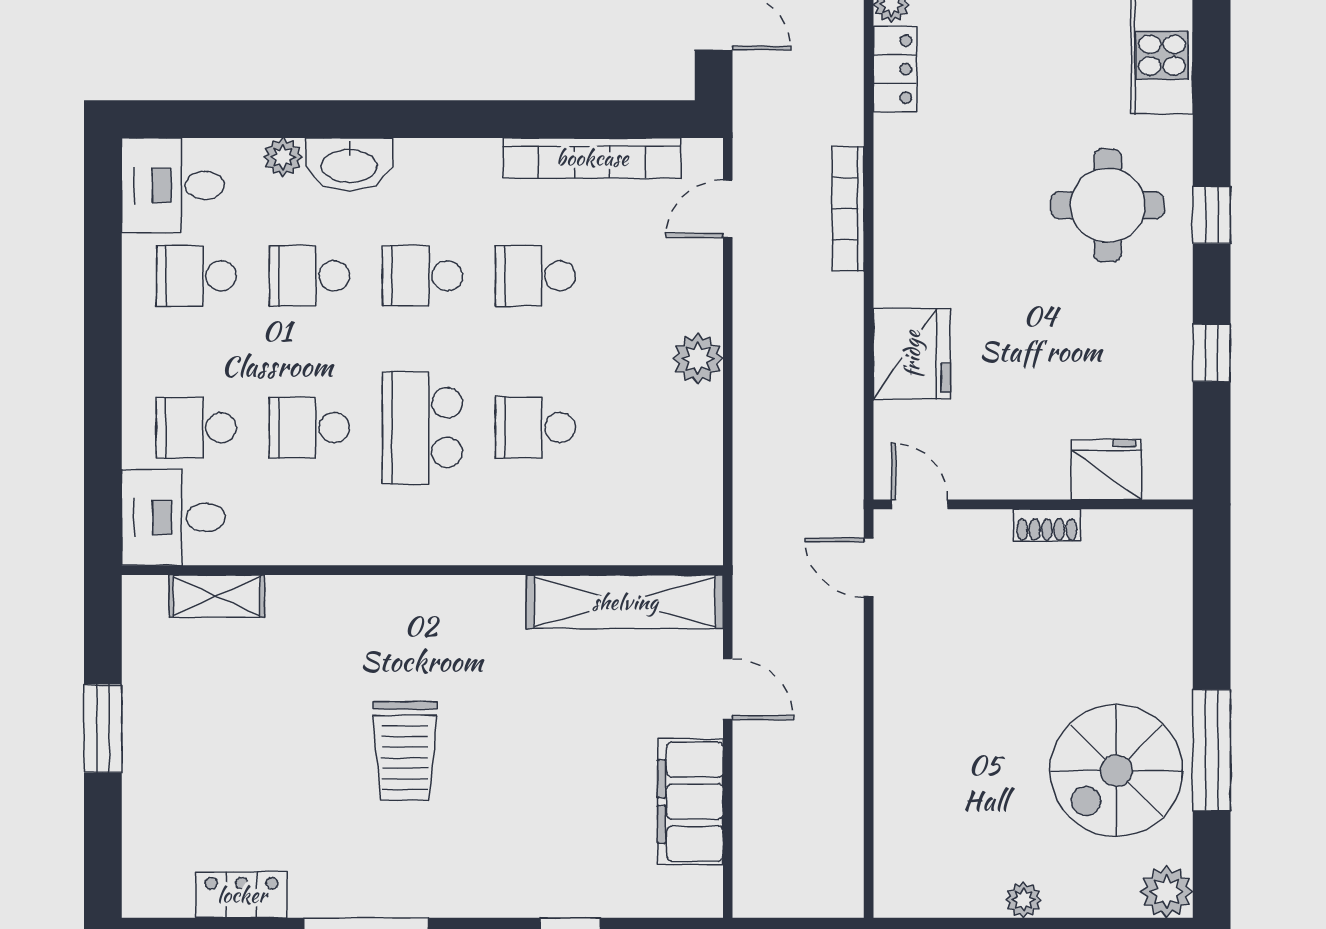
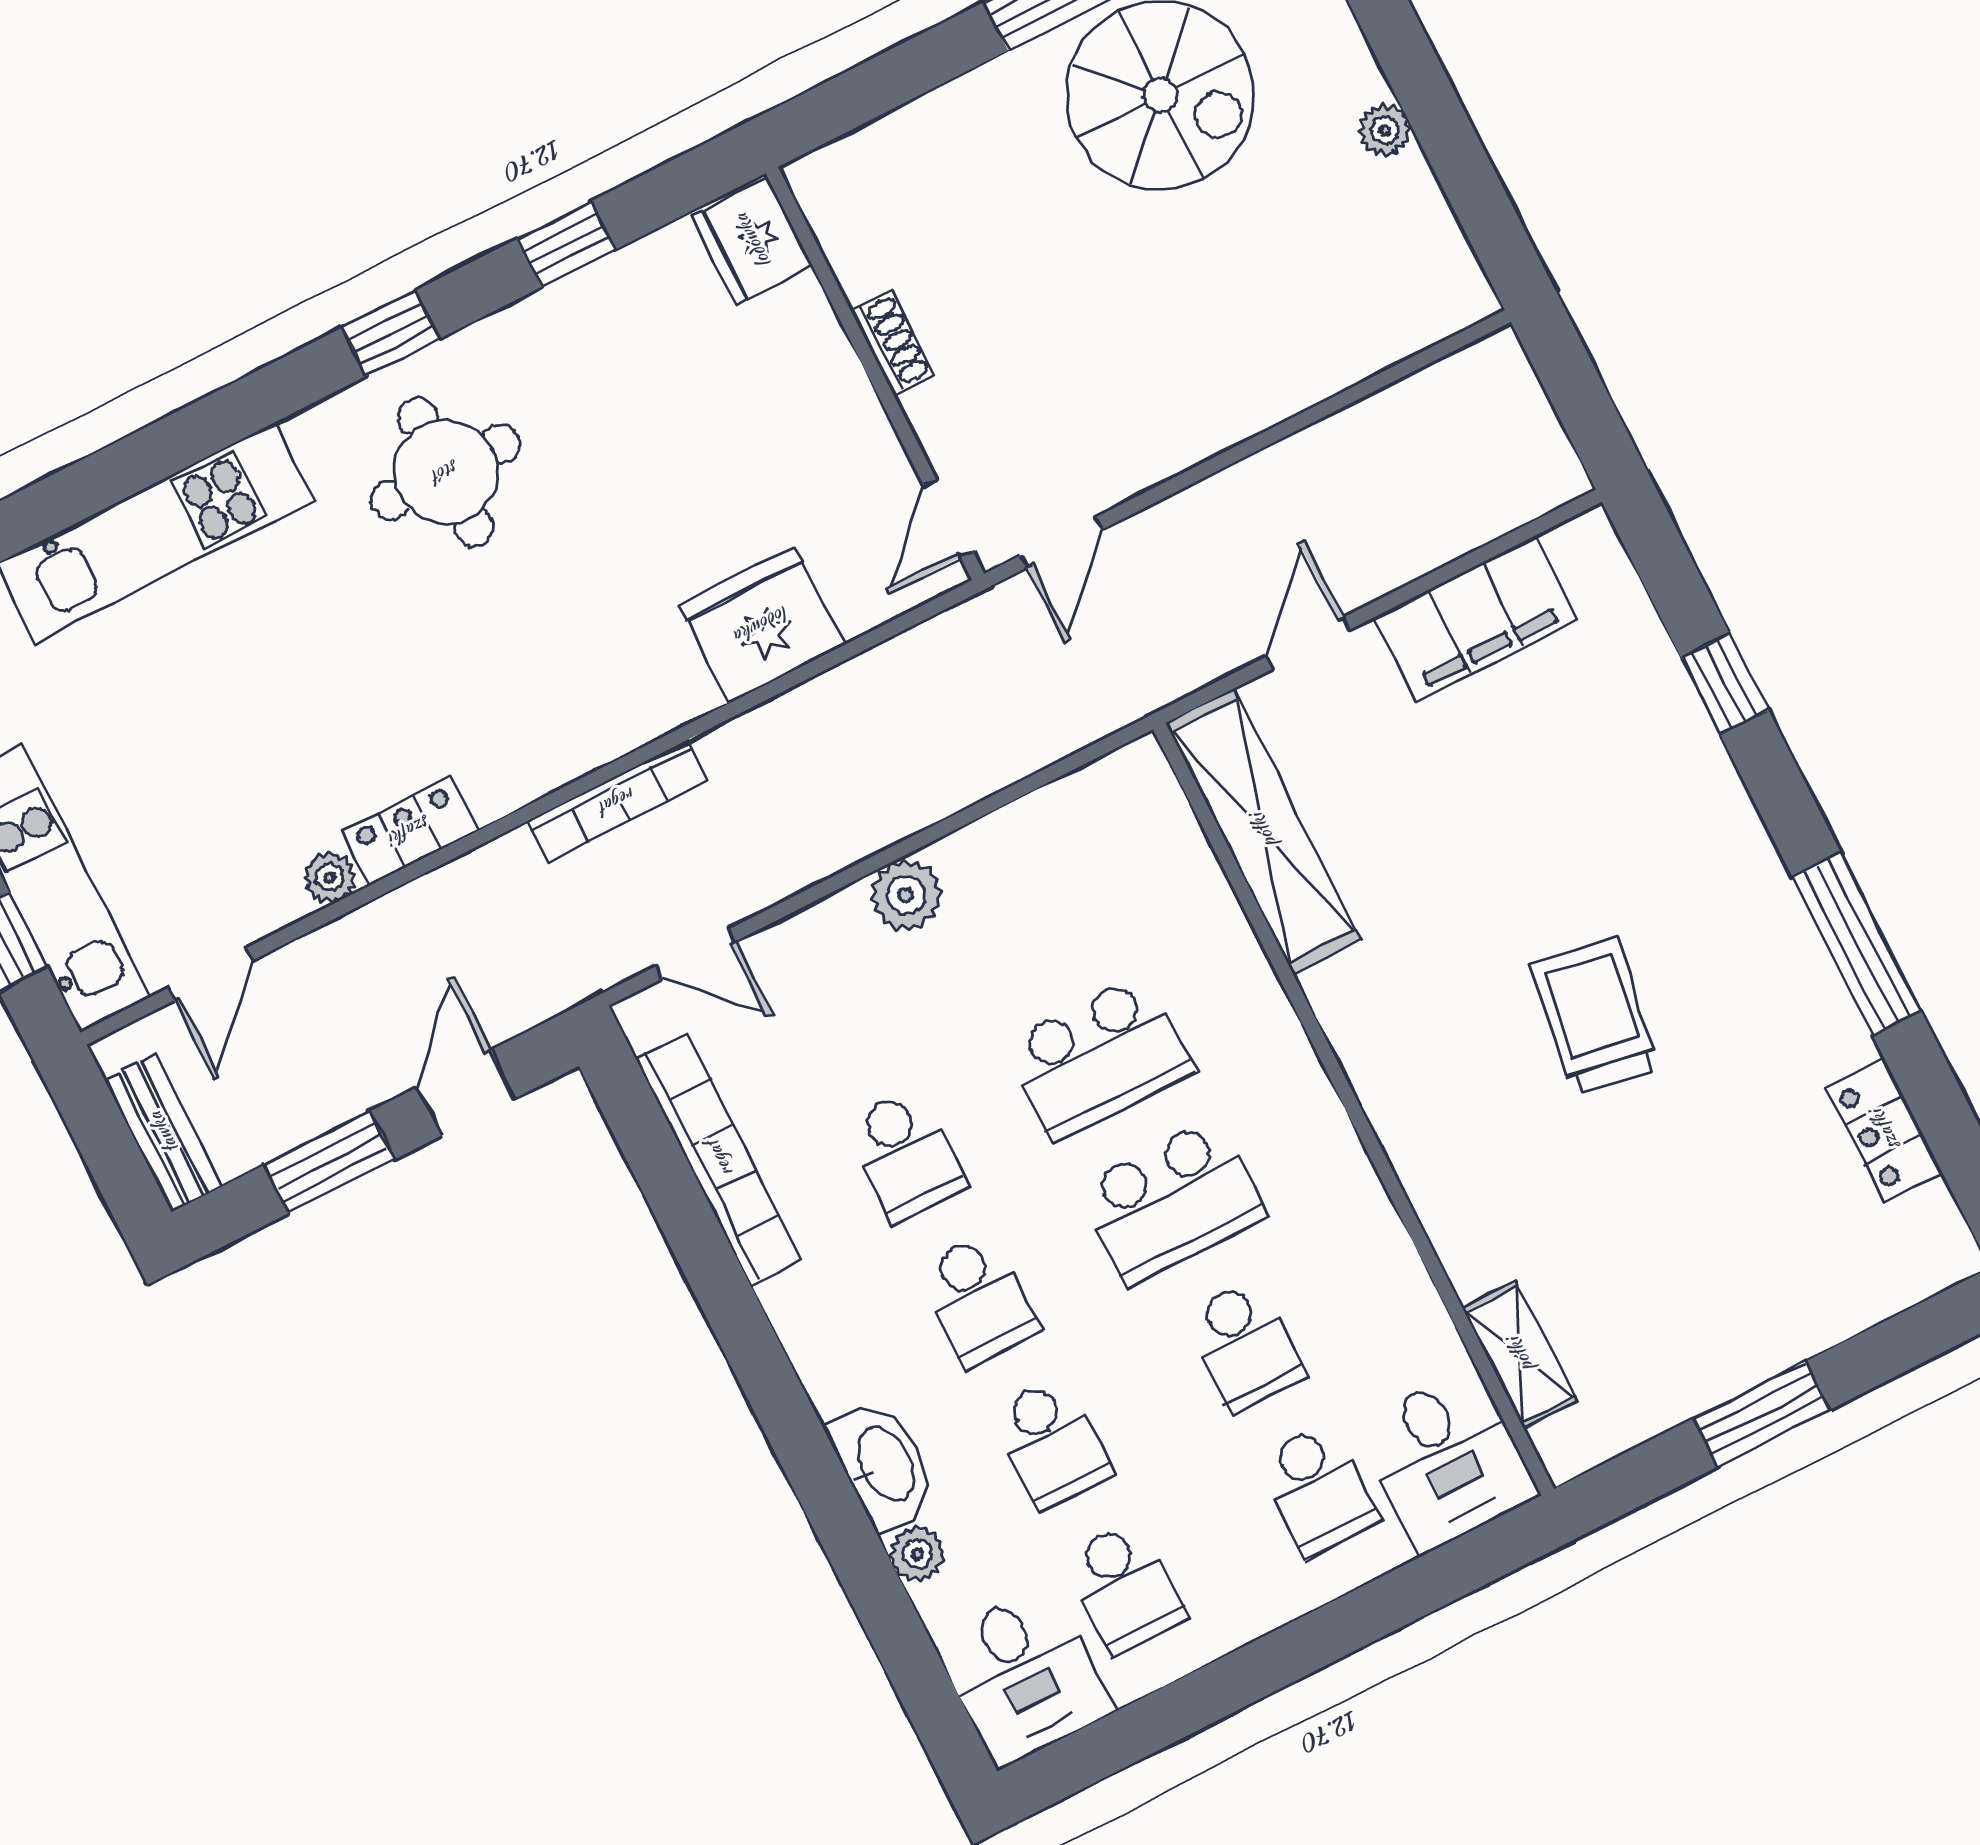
school desk: (535, 428) -> (1099, 1057), width x1.85
fridge: (1106, 470) -> (752, 241), moved
trolley: (405, 751) -> (1595, 1015), turned -81

